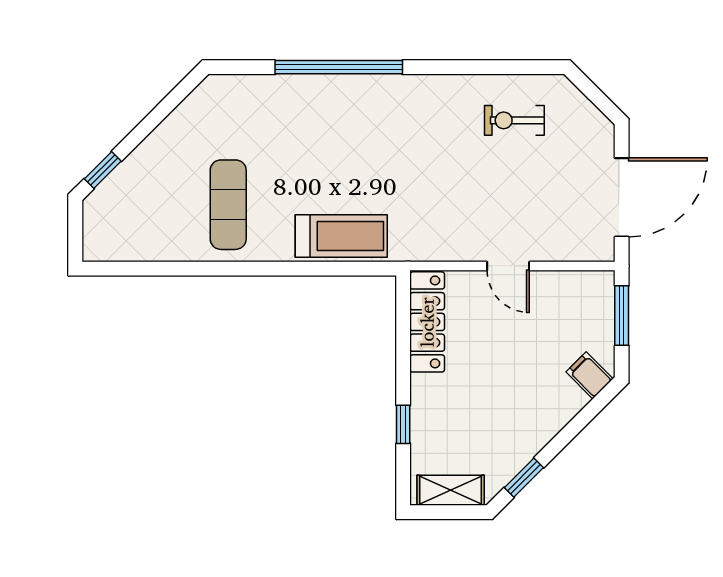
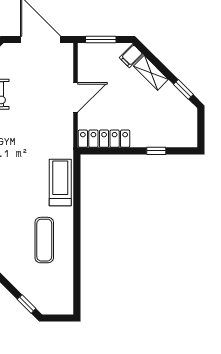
exercise mat: (228, 205) -> (44, 240), turned 90
door: (508, 266) -> (76, 97), width x1.38
shelving: (451, 490) -> (151, 73), moved, turned -45

